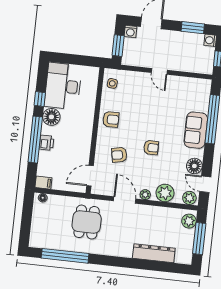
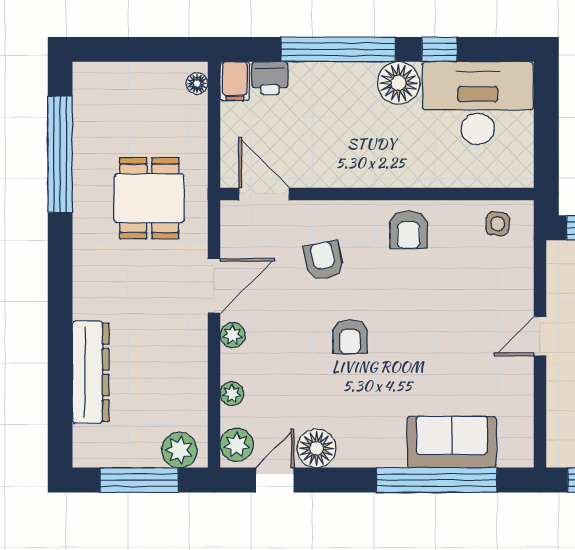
sofa: (196, 130) -> (452, 442), moved
printer: (47, 143) -> (270, 78), moved
plant: (165, 193) -> (232, 394), width x0.53, depth x0.53
dining table: (87, 222) -> (149, 198), turned 90

